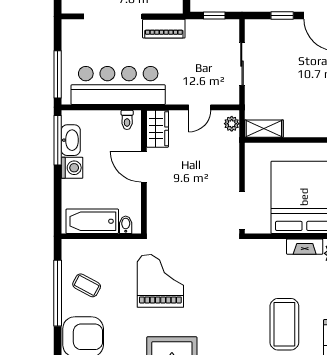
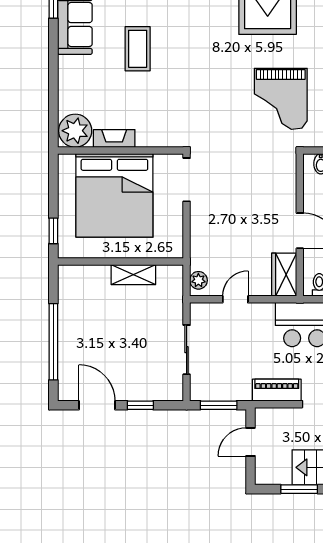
window: (214, 16) -> (219, 405), width x1.50
shelving: (264, 129) -> (133, 275), moved
coffee table: (284, 324) -> (138, 49), width x0.73, depth x0.76

